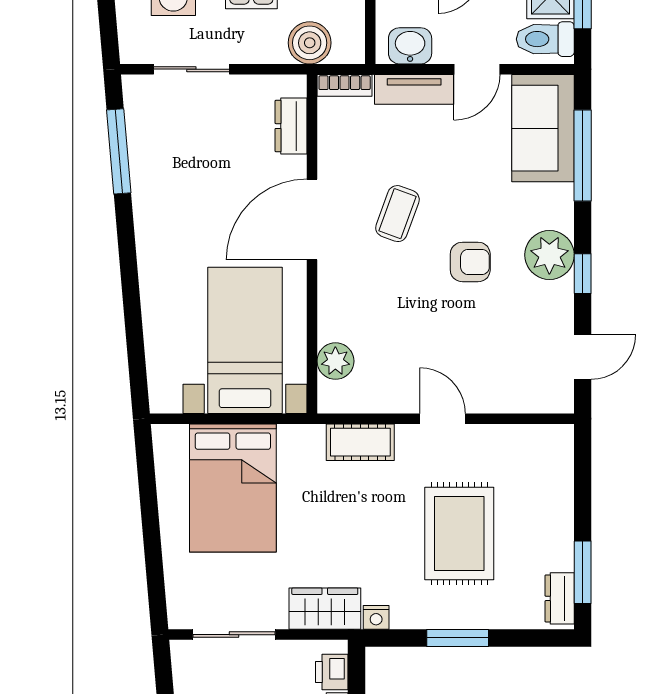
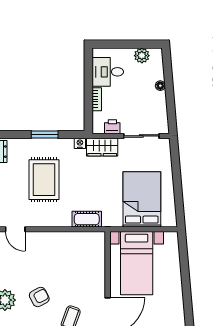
armchair: (470, 262) -> (39, 297), turned 152
plant: (335, 361) -> (97, 254), removed
door: (443, 419) -> (15, 229), moved
printer: (332, 672) -> (112, 127), moved, turned -90

